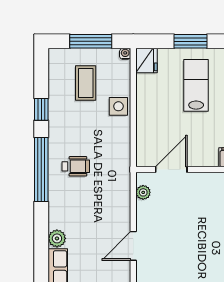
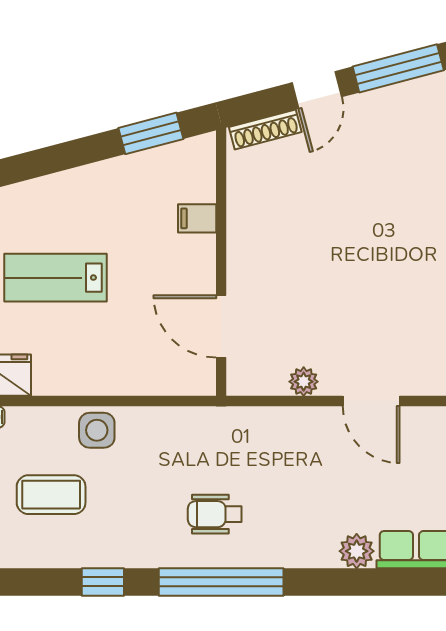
wheelchair: (76, 166) -> (215, 514), turned -90
plant: (143, 192) -> (304, 382), moved

